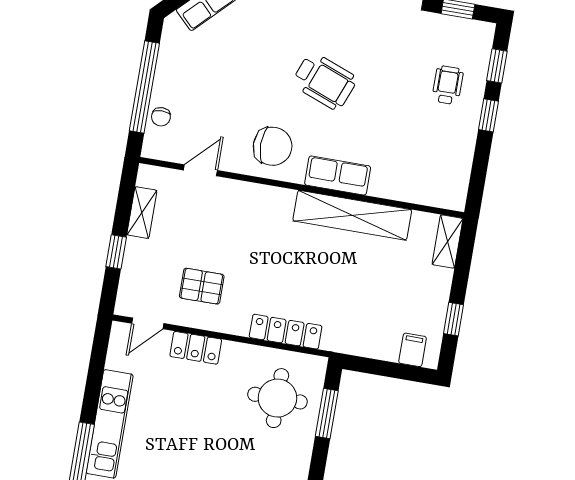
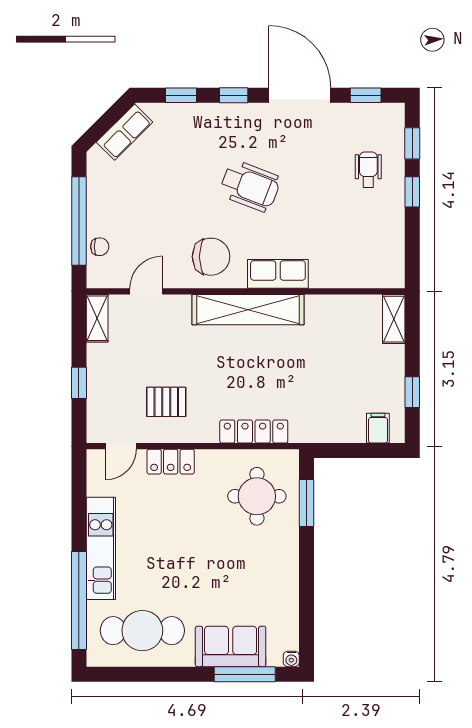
chair: (161, 117) -> (100, 247), turned -90
shelving: (142, 213) -> (97, 318), moved
shelving: (352, 215) -> (248, 310), moved

